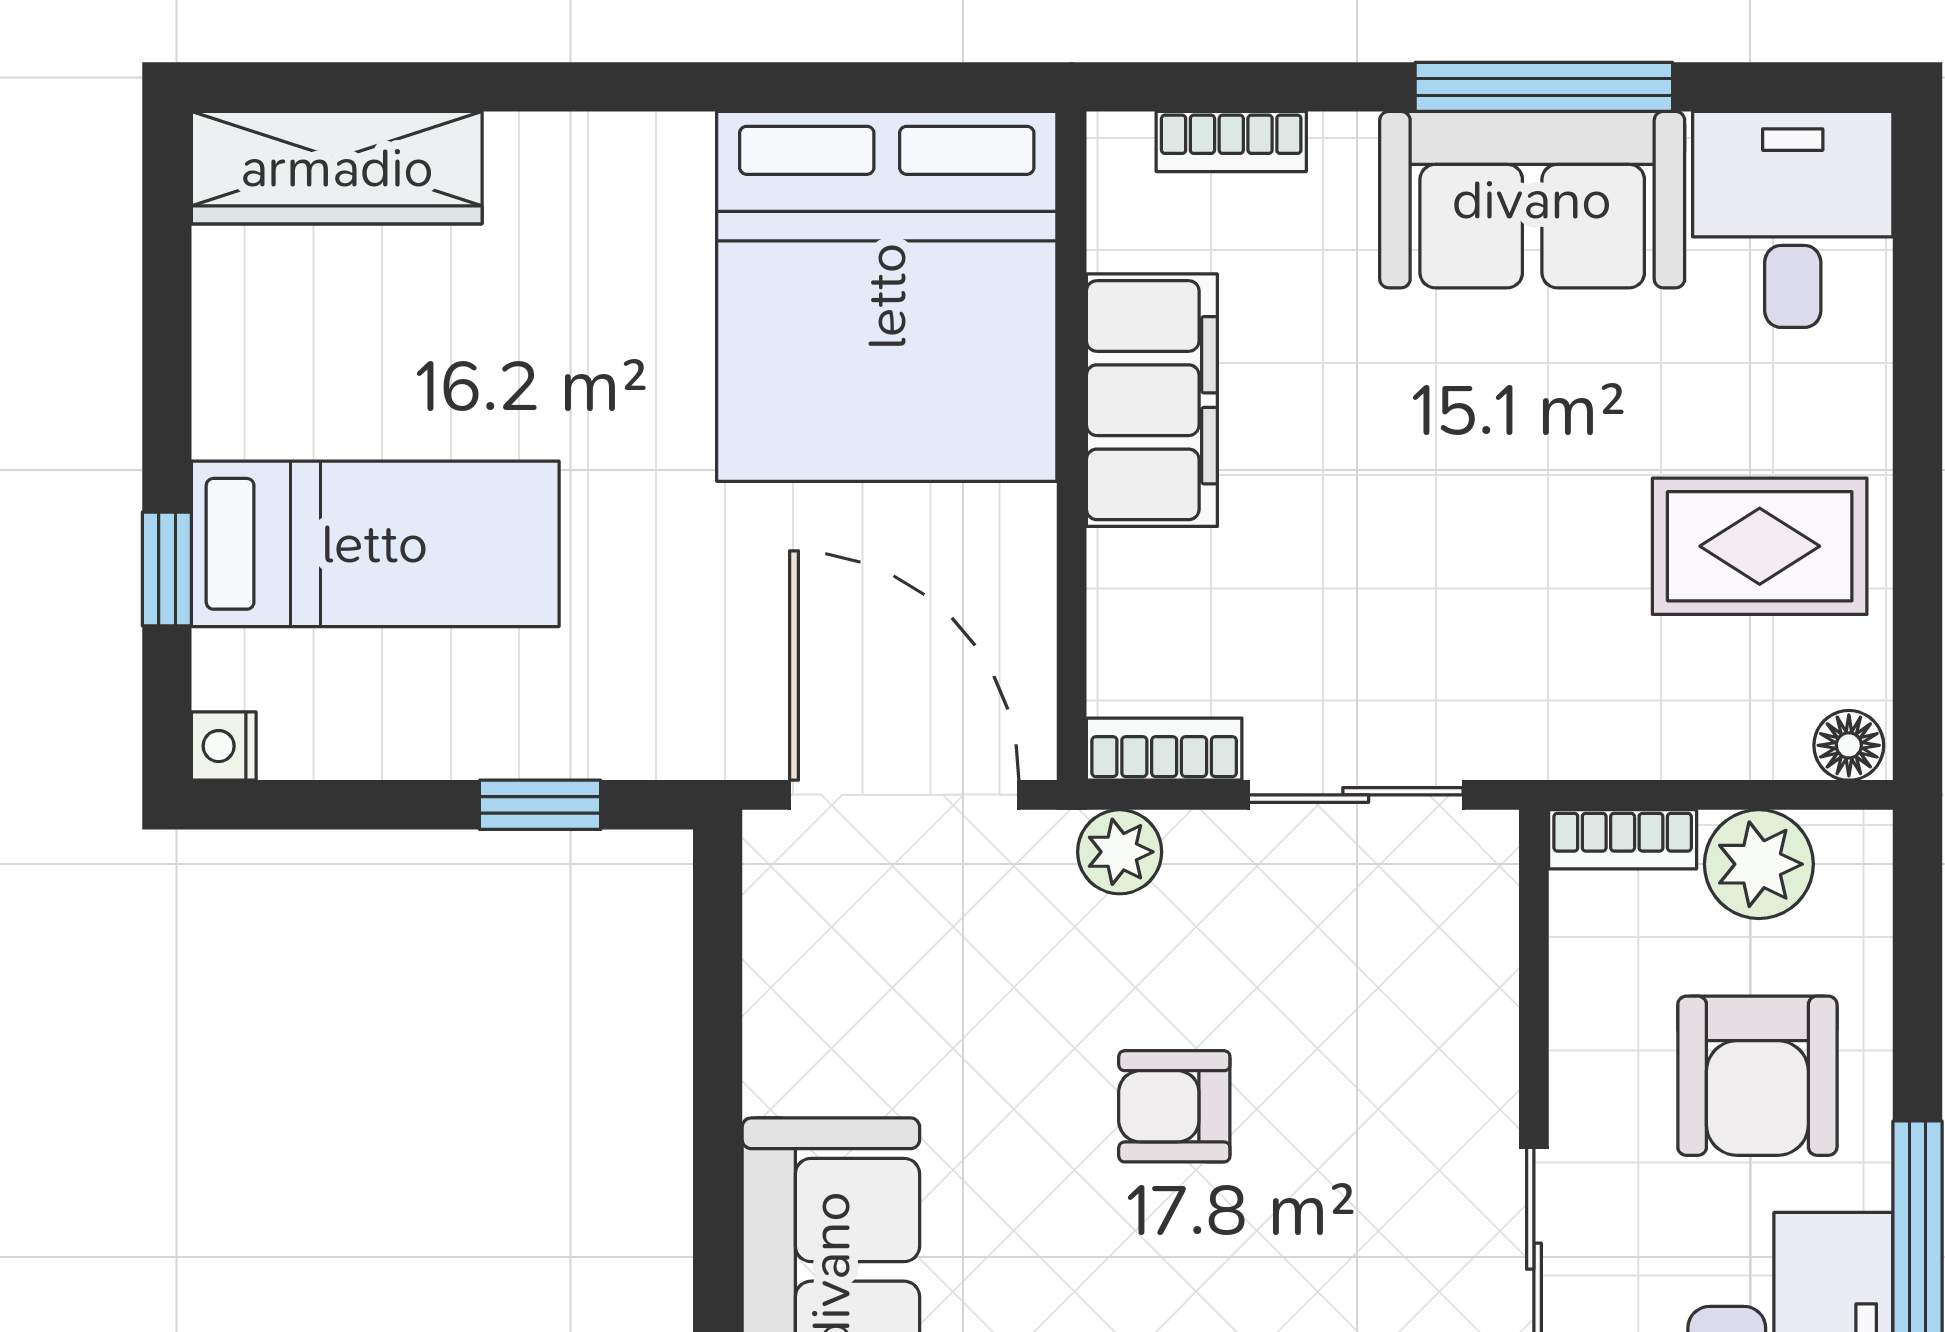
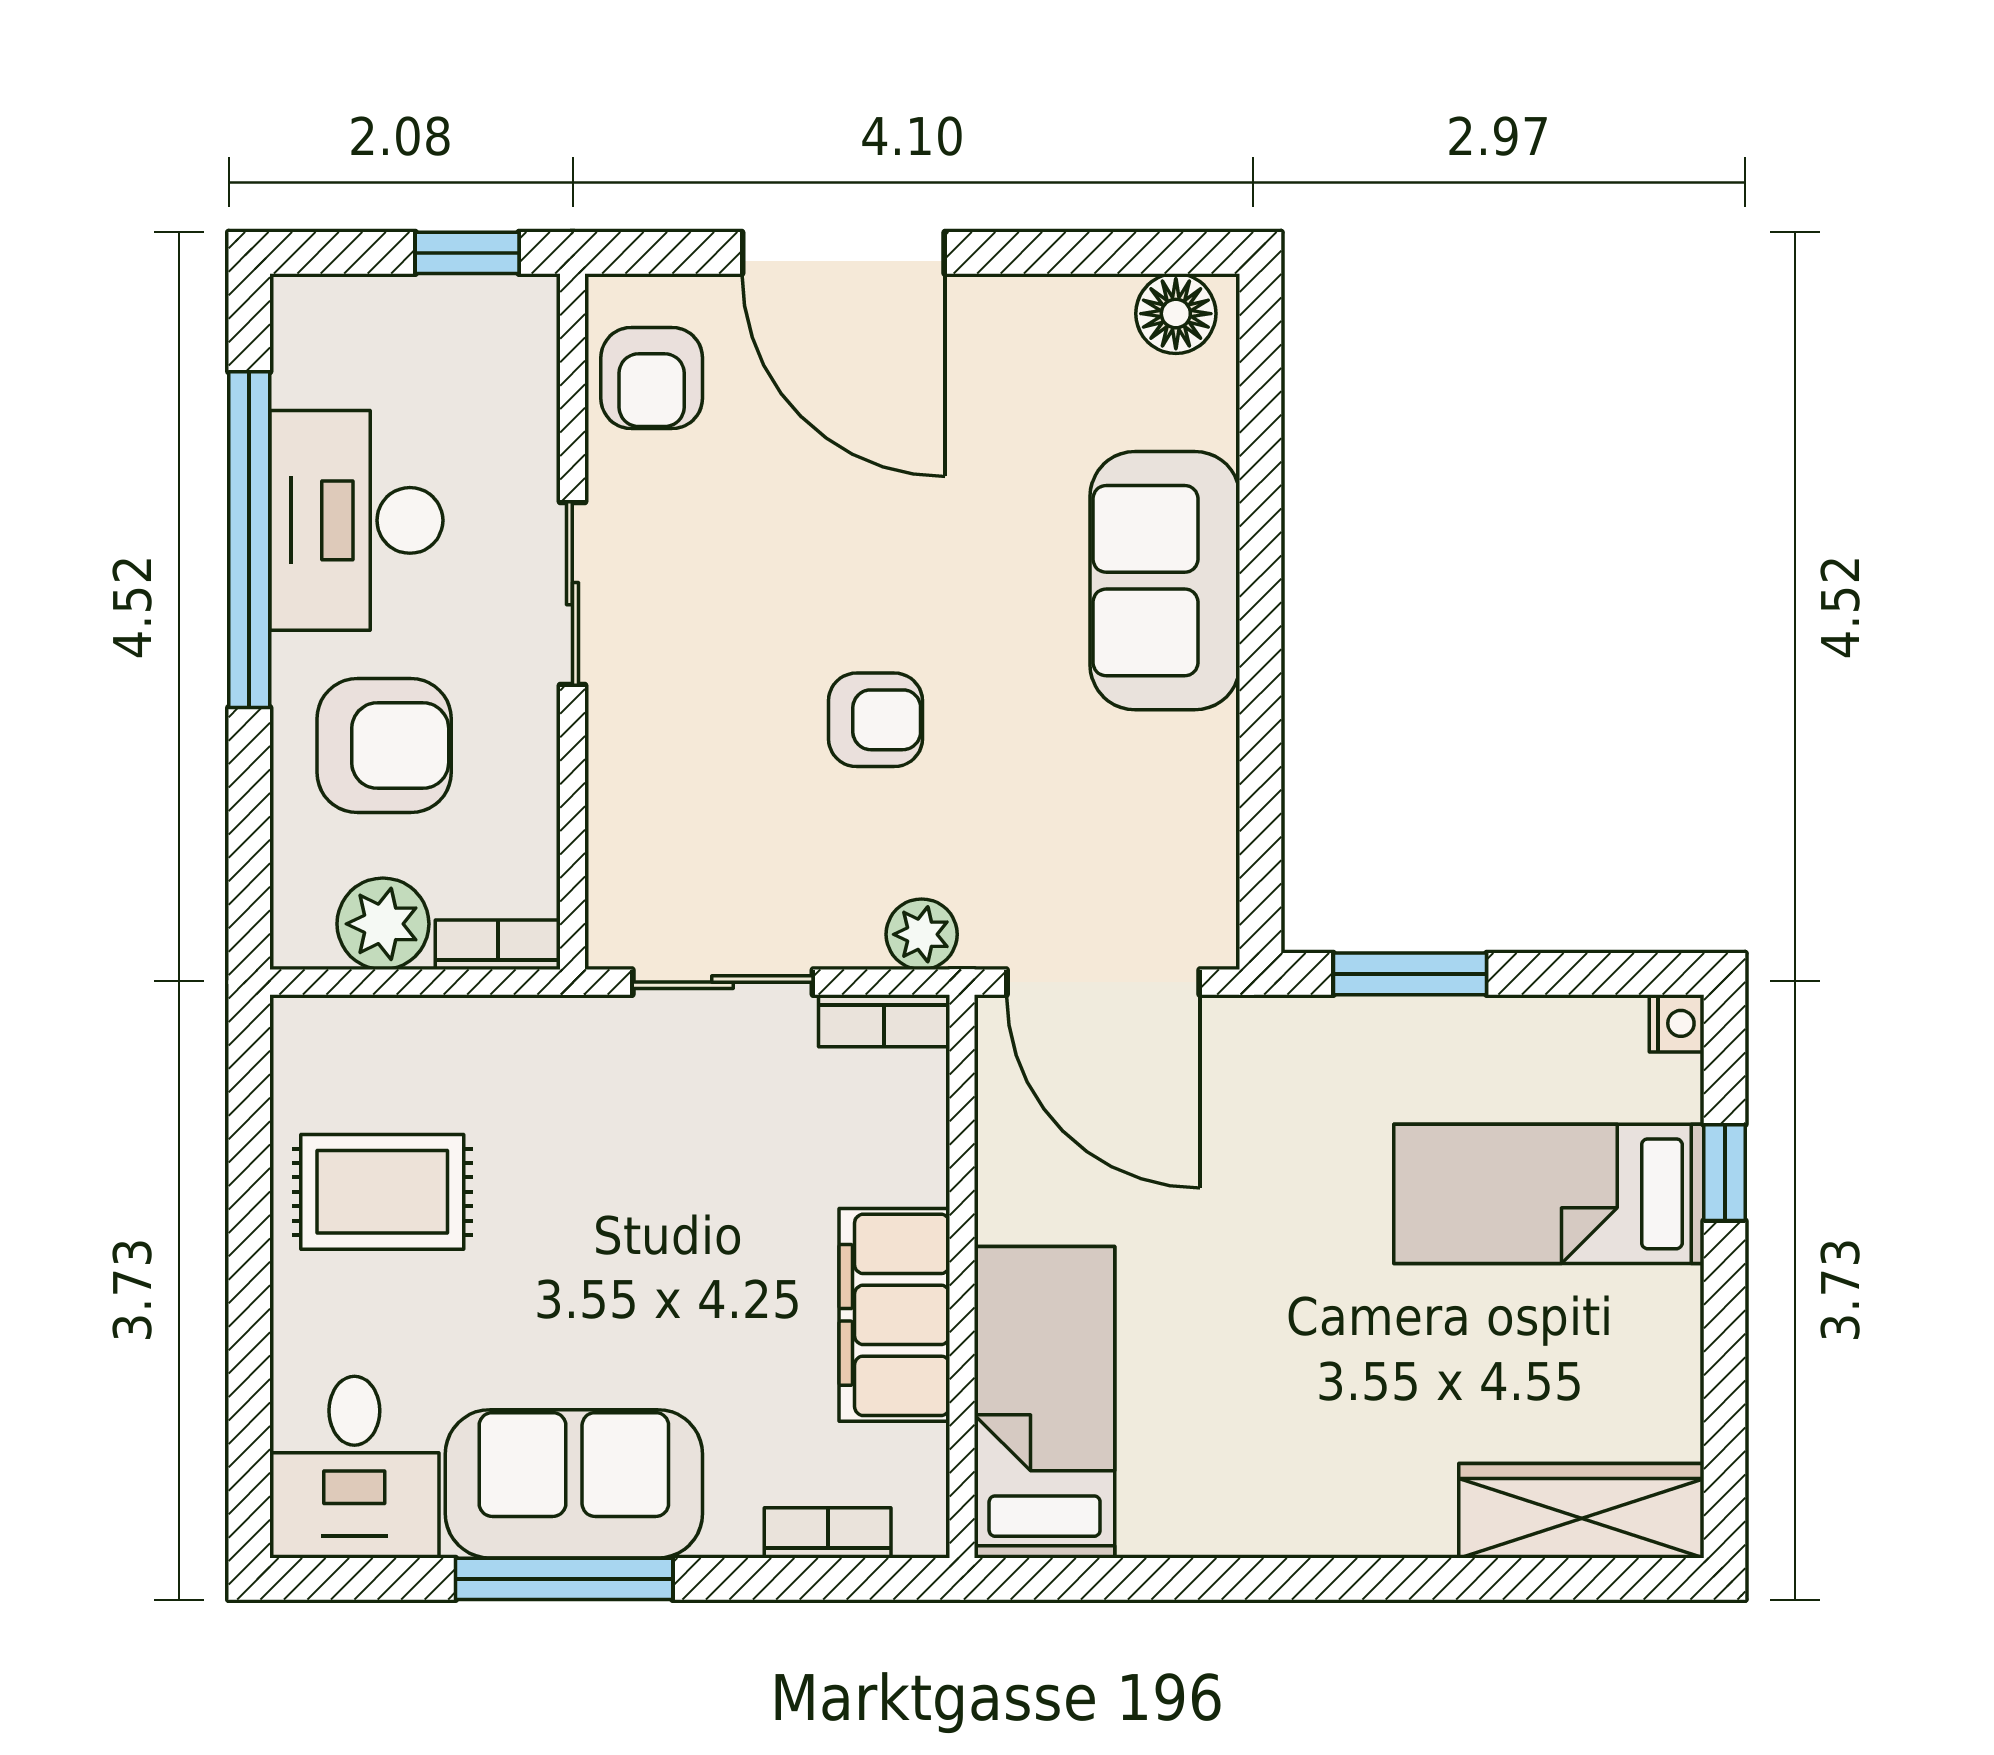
bed: (887, 296) -> (1045, 1402), width x0.49
floor lamp: (1849, 745) -> (307, 1024), removed
window: (540, 805) -> (1410, 974), width x1.50
armchair: (1757, 1076) -> (384, 746), turned 90

